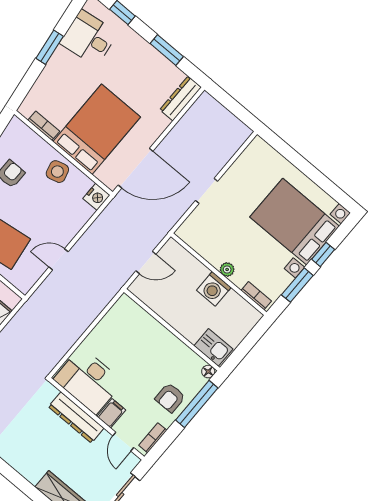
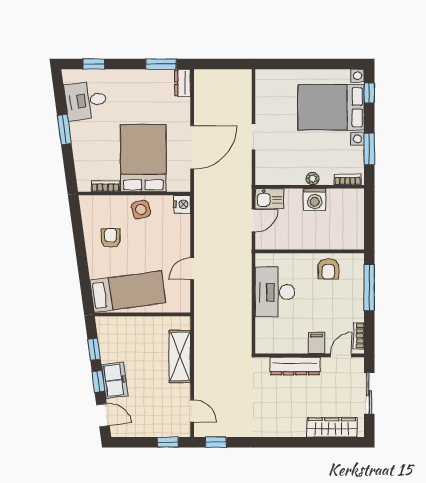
window: (167, 50) -> (161, 64), moved
dresser: (181, 98) -> (183, 83), width x0.70
door: (136, 168) -> (192, 147), moved
window: (323, 254) -> (369, 93), moved
kitchen sink: (213, 347) -> (269, 199), moved, turned 180
floor lamp: (208, 372) -> (358, 259), removed
desk: (88, 381) -> (275, 292), moved, turned 90
armchair: (170, 398) -> (328, 269), moved
door: (123, 442) -> (341, 355), swing flipped

